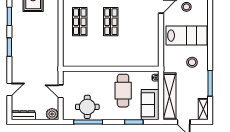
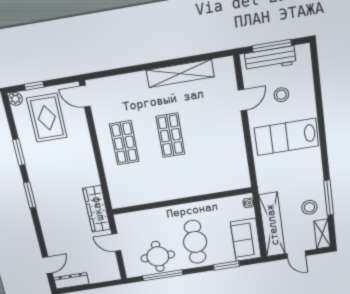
lab bench: (187, 36) -> (286, 137), turned 180
stool: (192, 62) -> (309, 207), moved
wardrobe: (52, 65) -> (97, 209), added
door: (9, 89) -> (47, 265), moved
cafe table: (123, 91) -> (195, 242), moved
plant: (52, 114) -> (111, 273), removed

